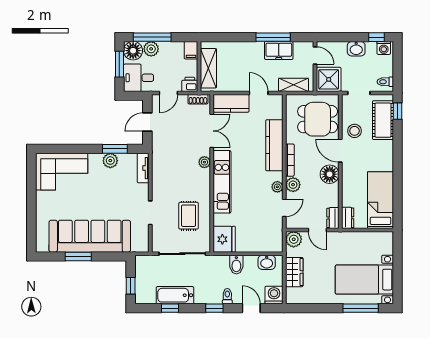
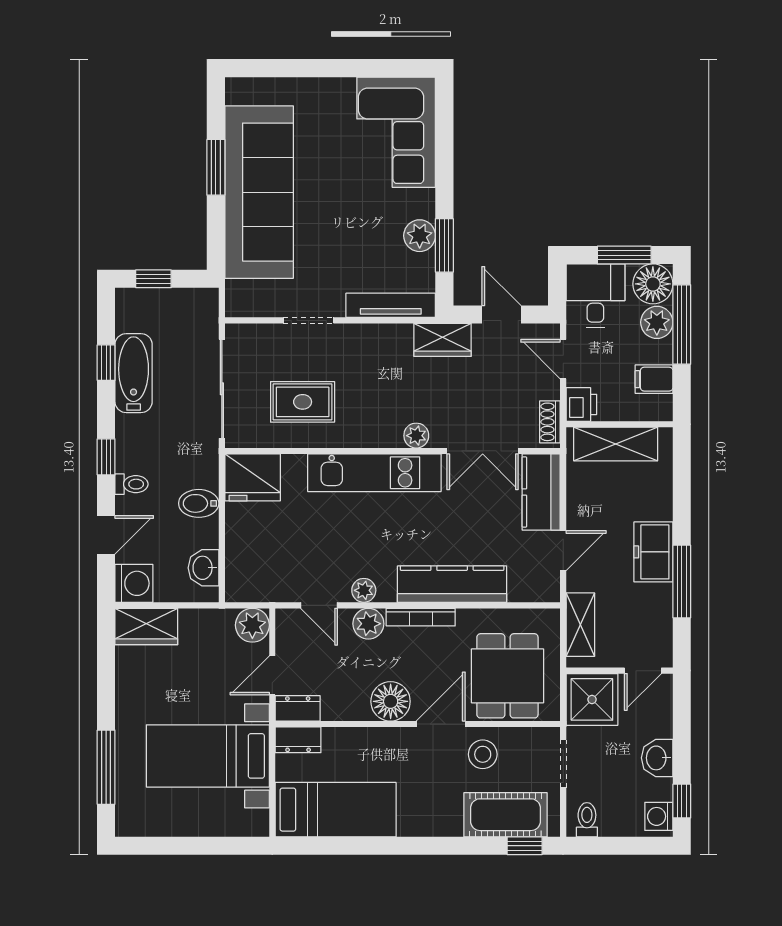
filing cabinet: (191, 50) -> (654, 379), moved
freezer: (279, 50) -> (653, 552), moved
wardrobe: (159, 150) -> (442, 340), added
tv unit: (143, 168) -> (391, 305), width x1.41
wardrobe: (294, 272) -> (146, 626), moved
bed with nightstands: (364, 280) -> (208, 756), moved, turned -90

